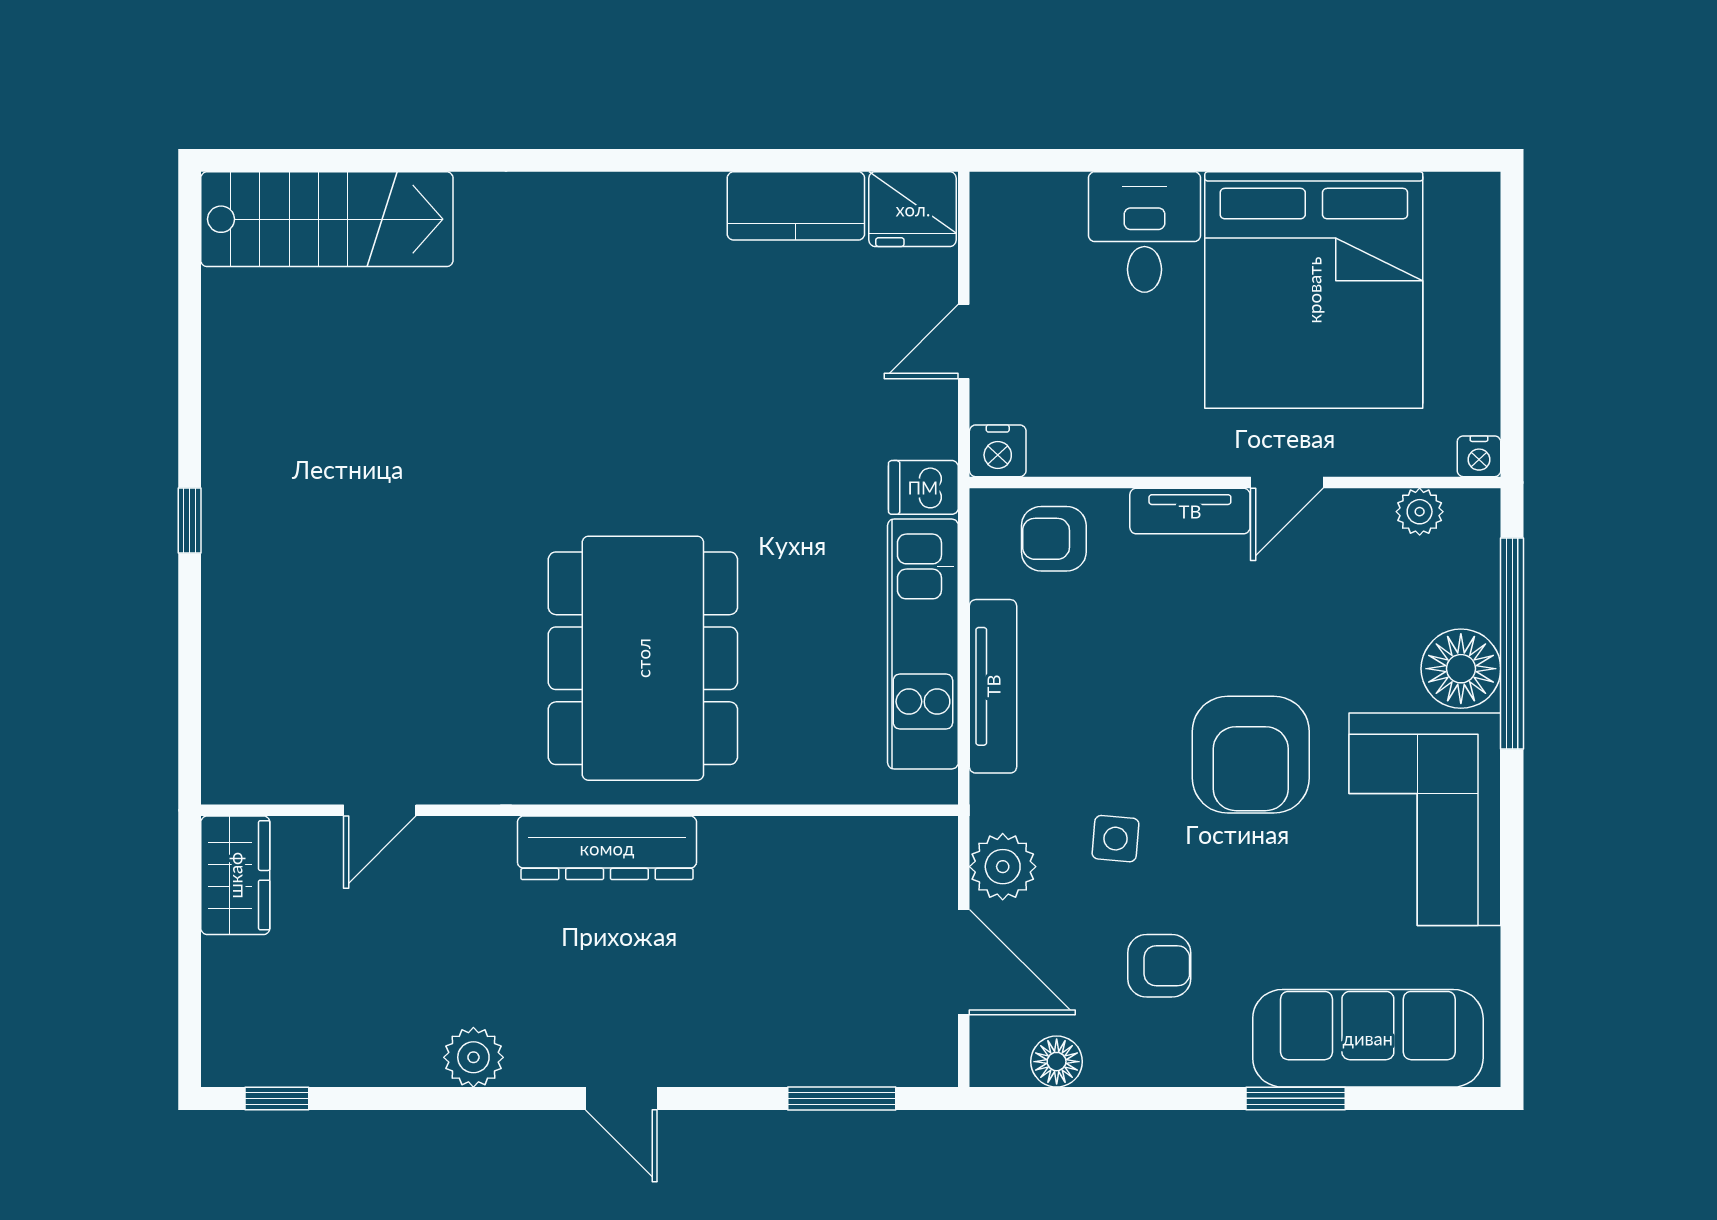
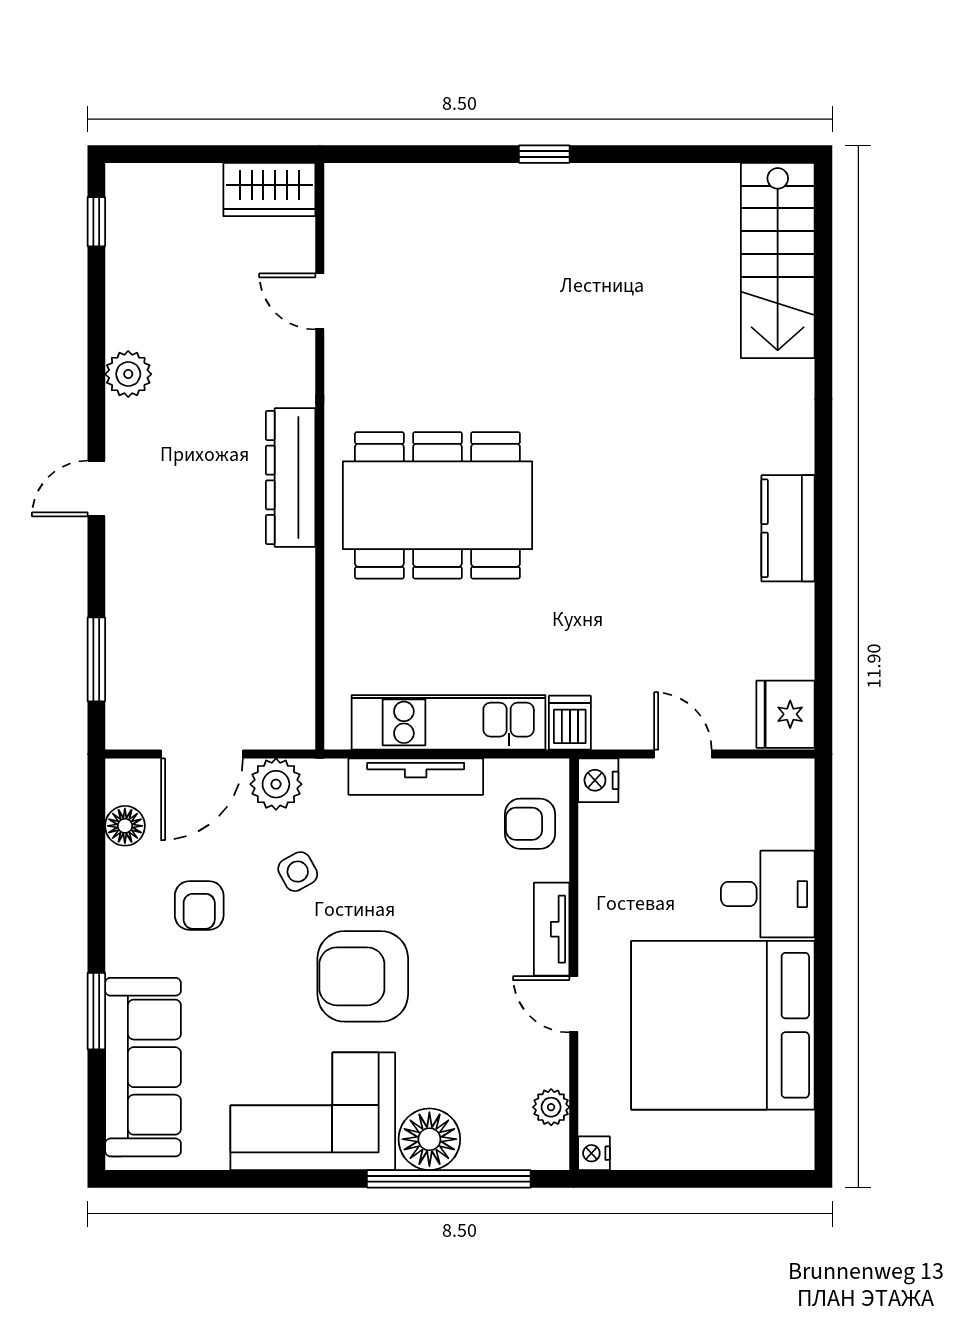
kitchen counter: (796, 206) -> (788, 528), moved
armchair: (1054, 539) -> (530, 824), turned -90
side table: (1115, 839) -> (298, 872), turned -34

